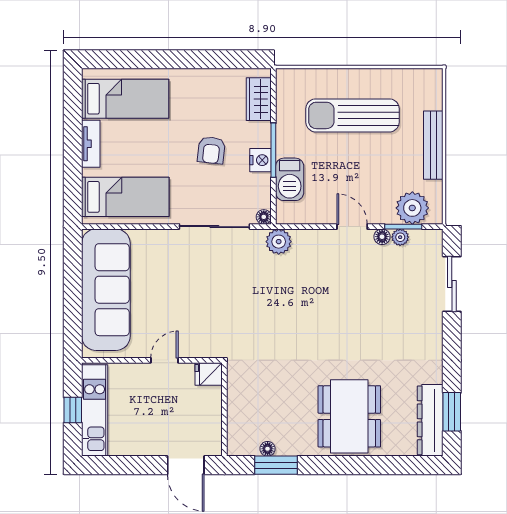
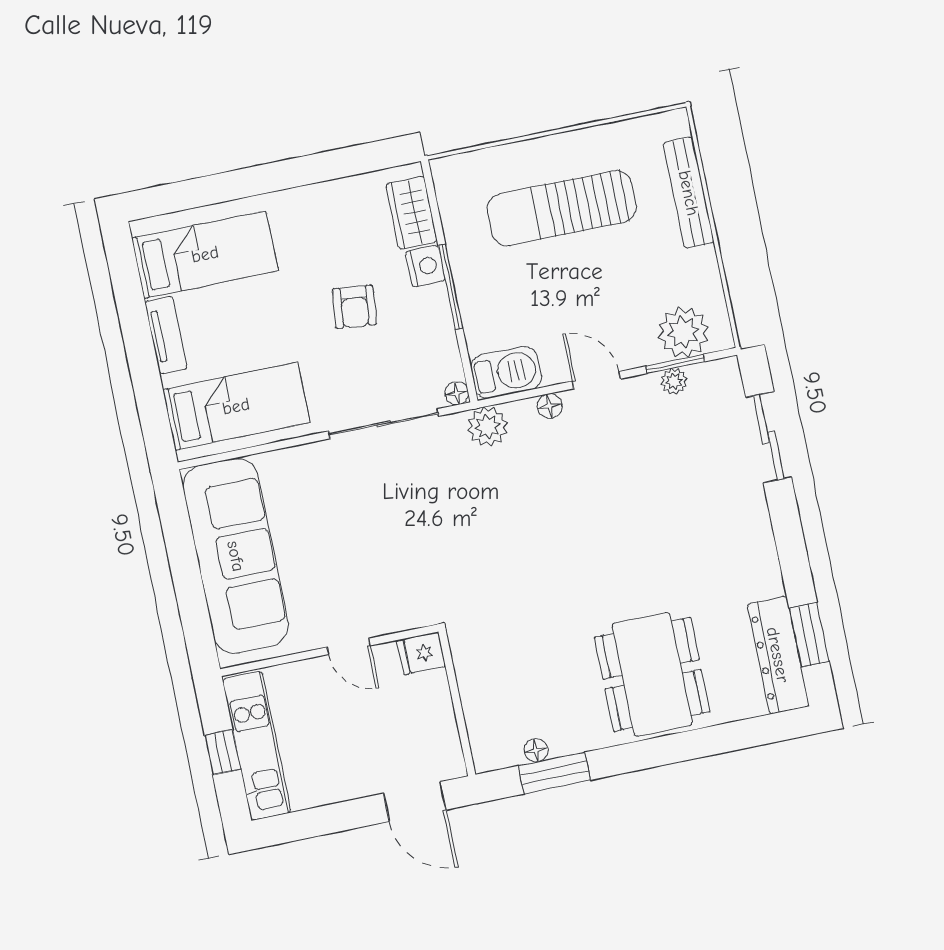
bench: (433, 145) -> (689, 193), moved
nightstand: (261, 160) -> (425, 266), moved
barbecue: (290, 179) -> (506, 372), moved, turned -90
floor lamp: (382, 237) -> (550, 406), moved
door: (164, 360) -> (349, 646), swing flipped

